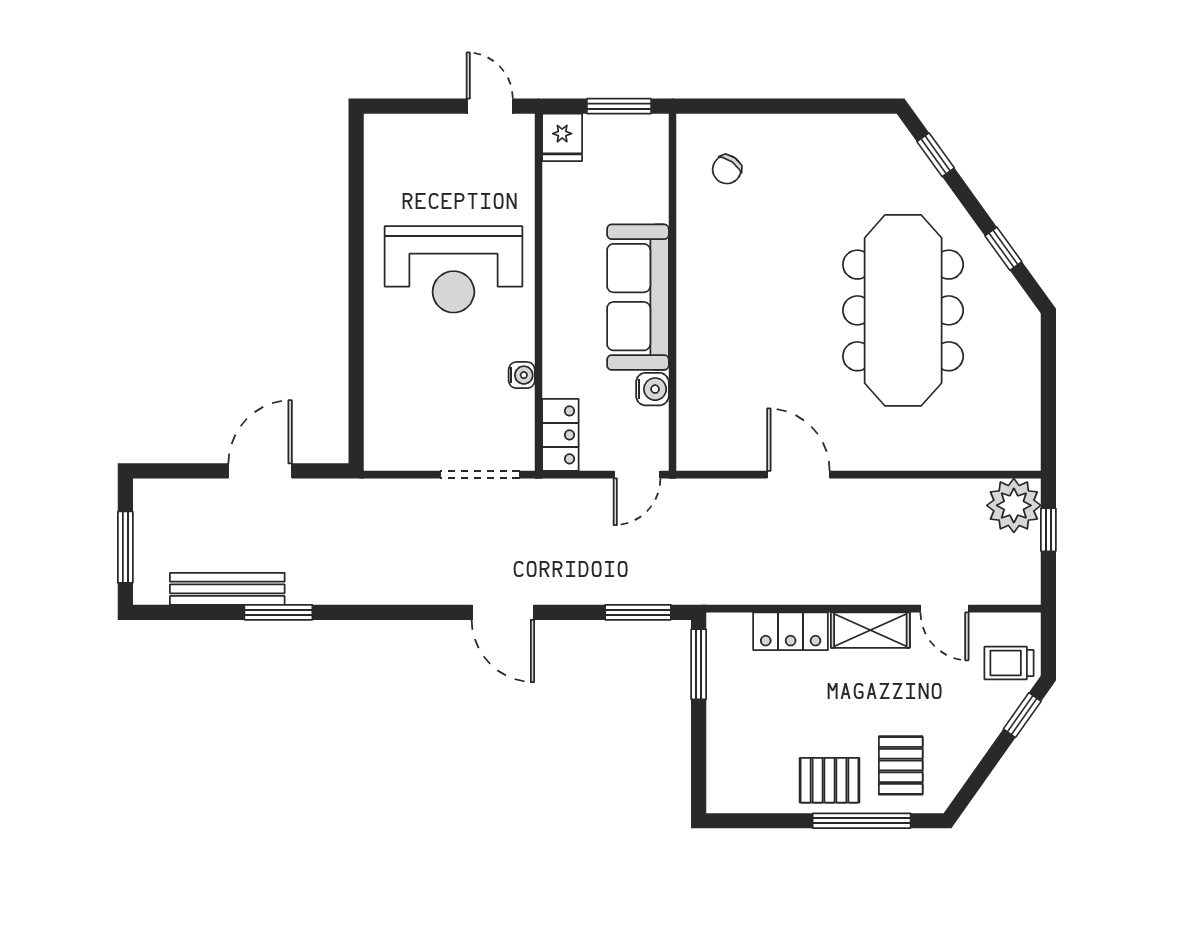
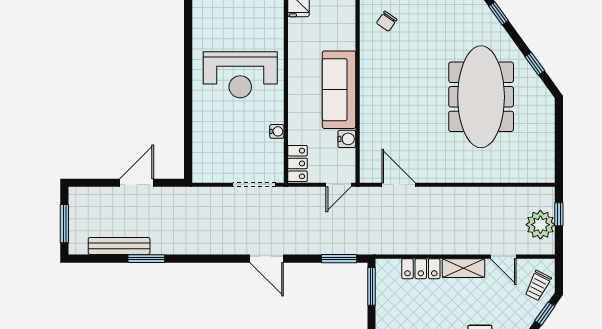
door: (798, 475) -> (399, 185), moved
plant: (1014, 505) -> (540, 225), moved
trolley: (1009, 663) -> (538, 286), turned -63

